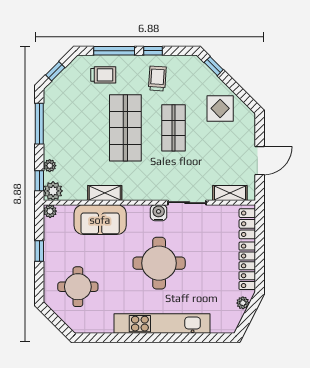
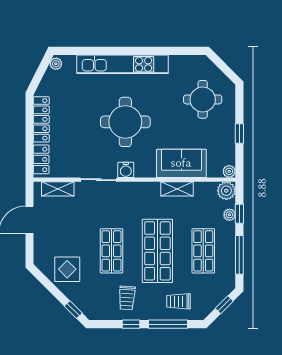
shop shelf: (77, 128) -> (203, 251), added
window: (39, 181) -> (239, 214), moved
plant: (243, 303) -> (56, 64), moved

